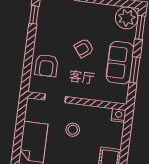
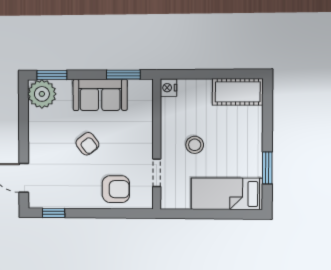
window: (135, 70) -> (123, 75), moved

